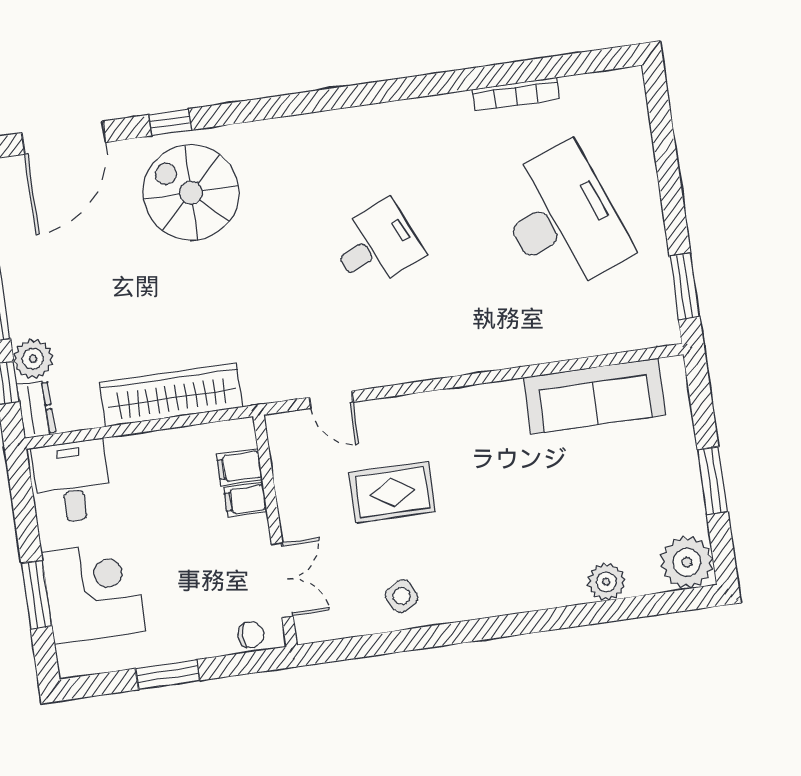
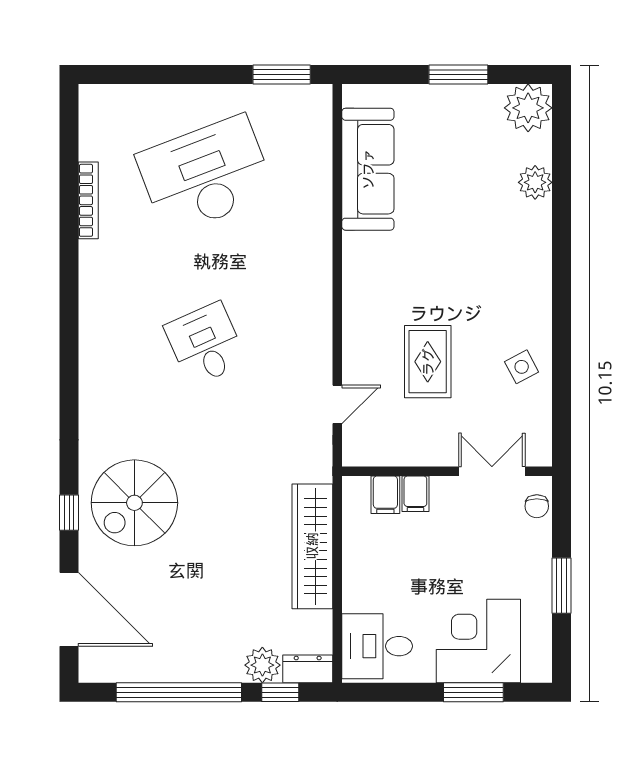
chair: (251, 635) -> (537, 506), turned 180

